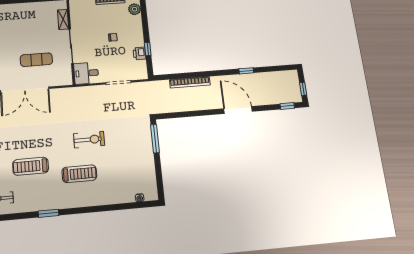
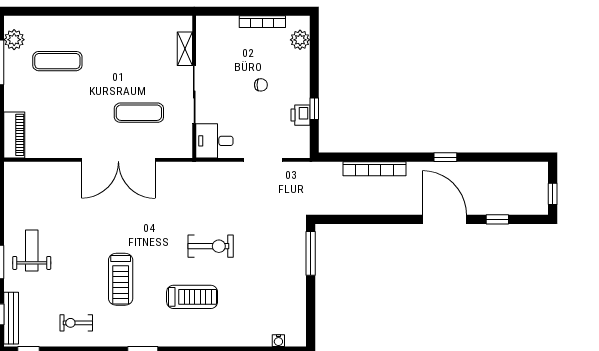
window: (246, 71) -> (445, 157), moved
window: (287, 106) -> (497, 219), moved
treadmill: (31, 166) -> (121, 279), turned -90

